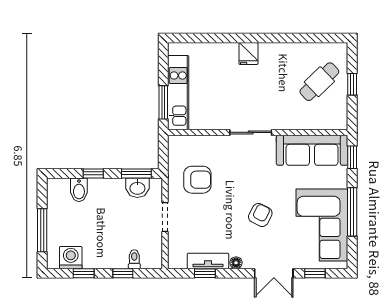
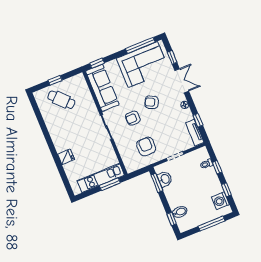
fridge: (248, 54) -> (66, 157), moved
window: (93, 173) -> (172, 219), moved
armchair: (248, 177) -> (133, 118), added
window: (352, 212) -> (140, 45), moved
tv unit: (208, 261) -> (195, 133), moved

